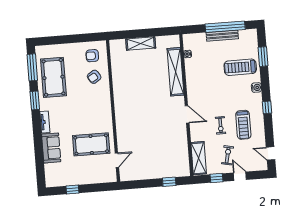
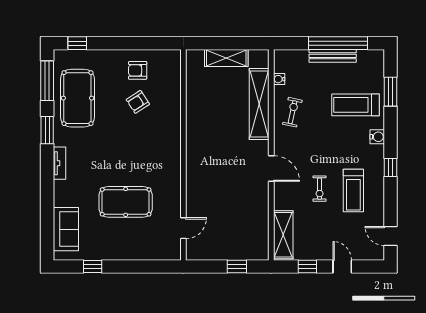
window: (50, 41) -> (77, 43), added
shelving: (141, 43) -> (226, 58), moved
wall: (113, 111) -> (183, 155), moved
sofa: (51, 148) -> (66, 229), moved
exercise bike: (228, 155) -> (292, 112), moved
door: (117, 160) -> (183, 228), moved

